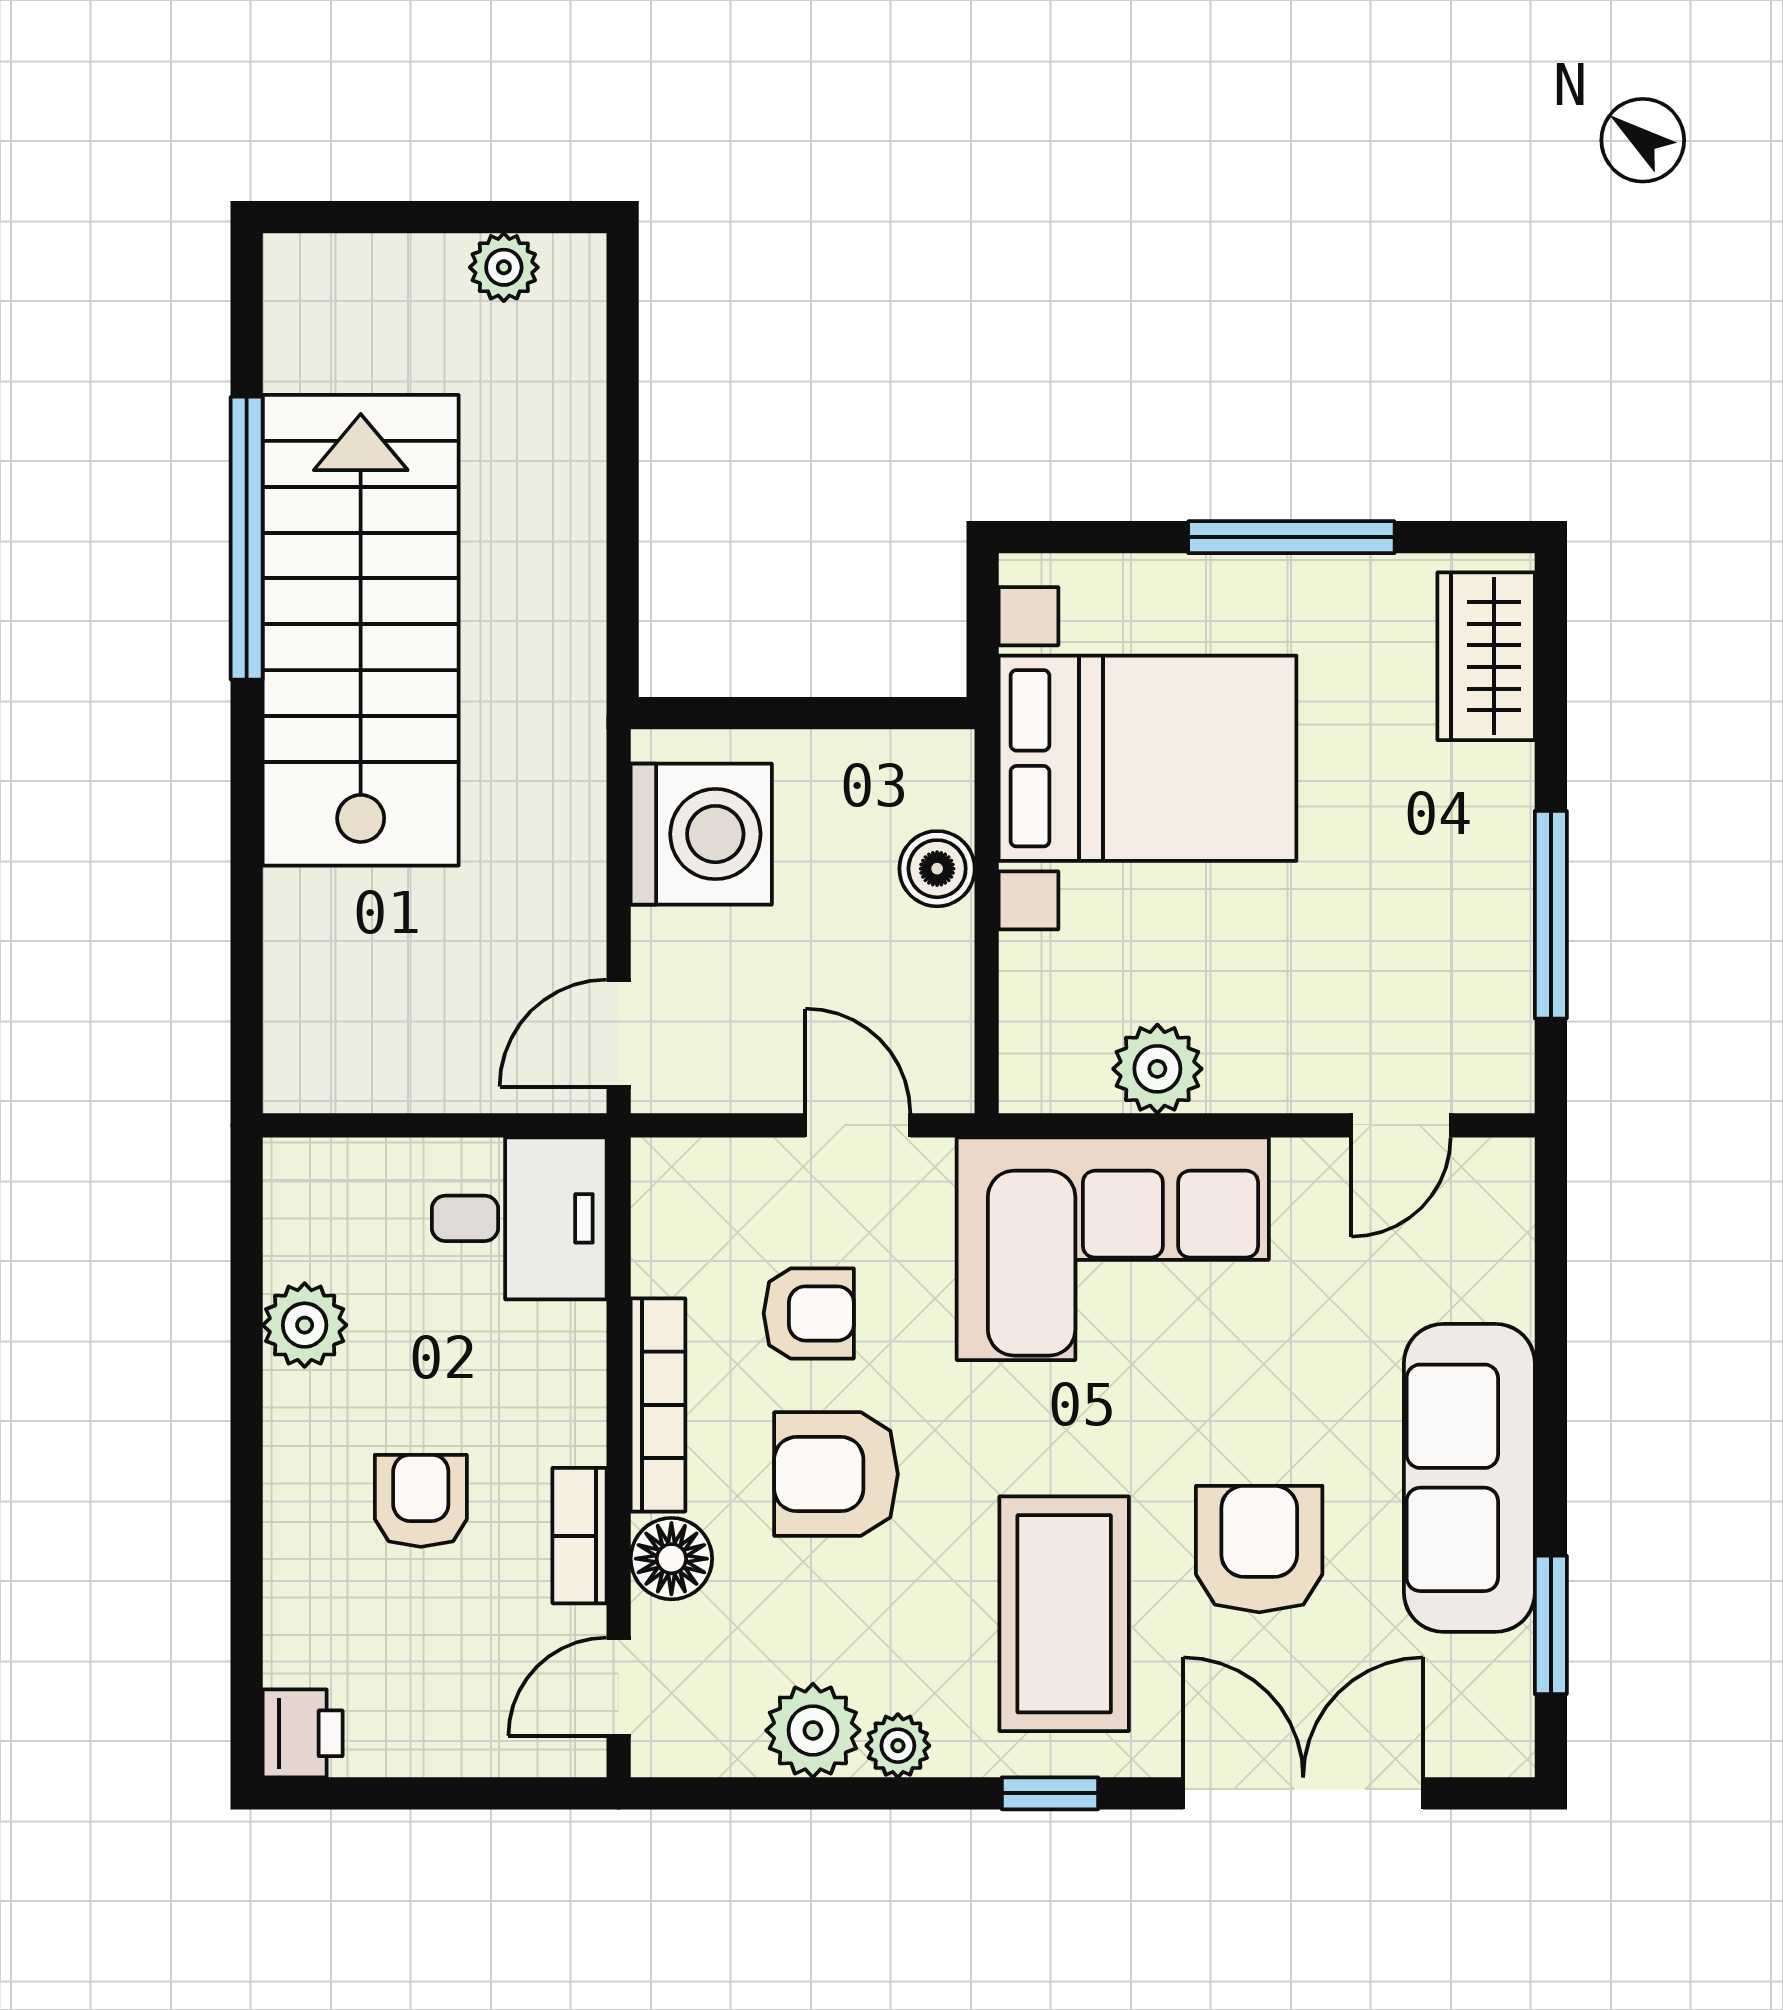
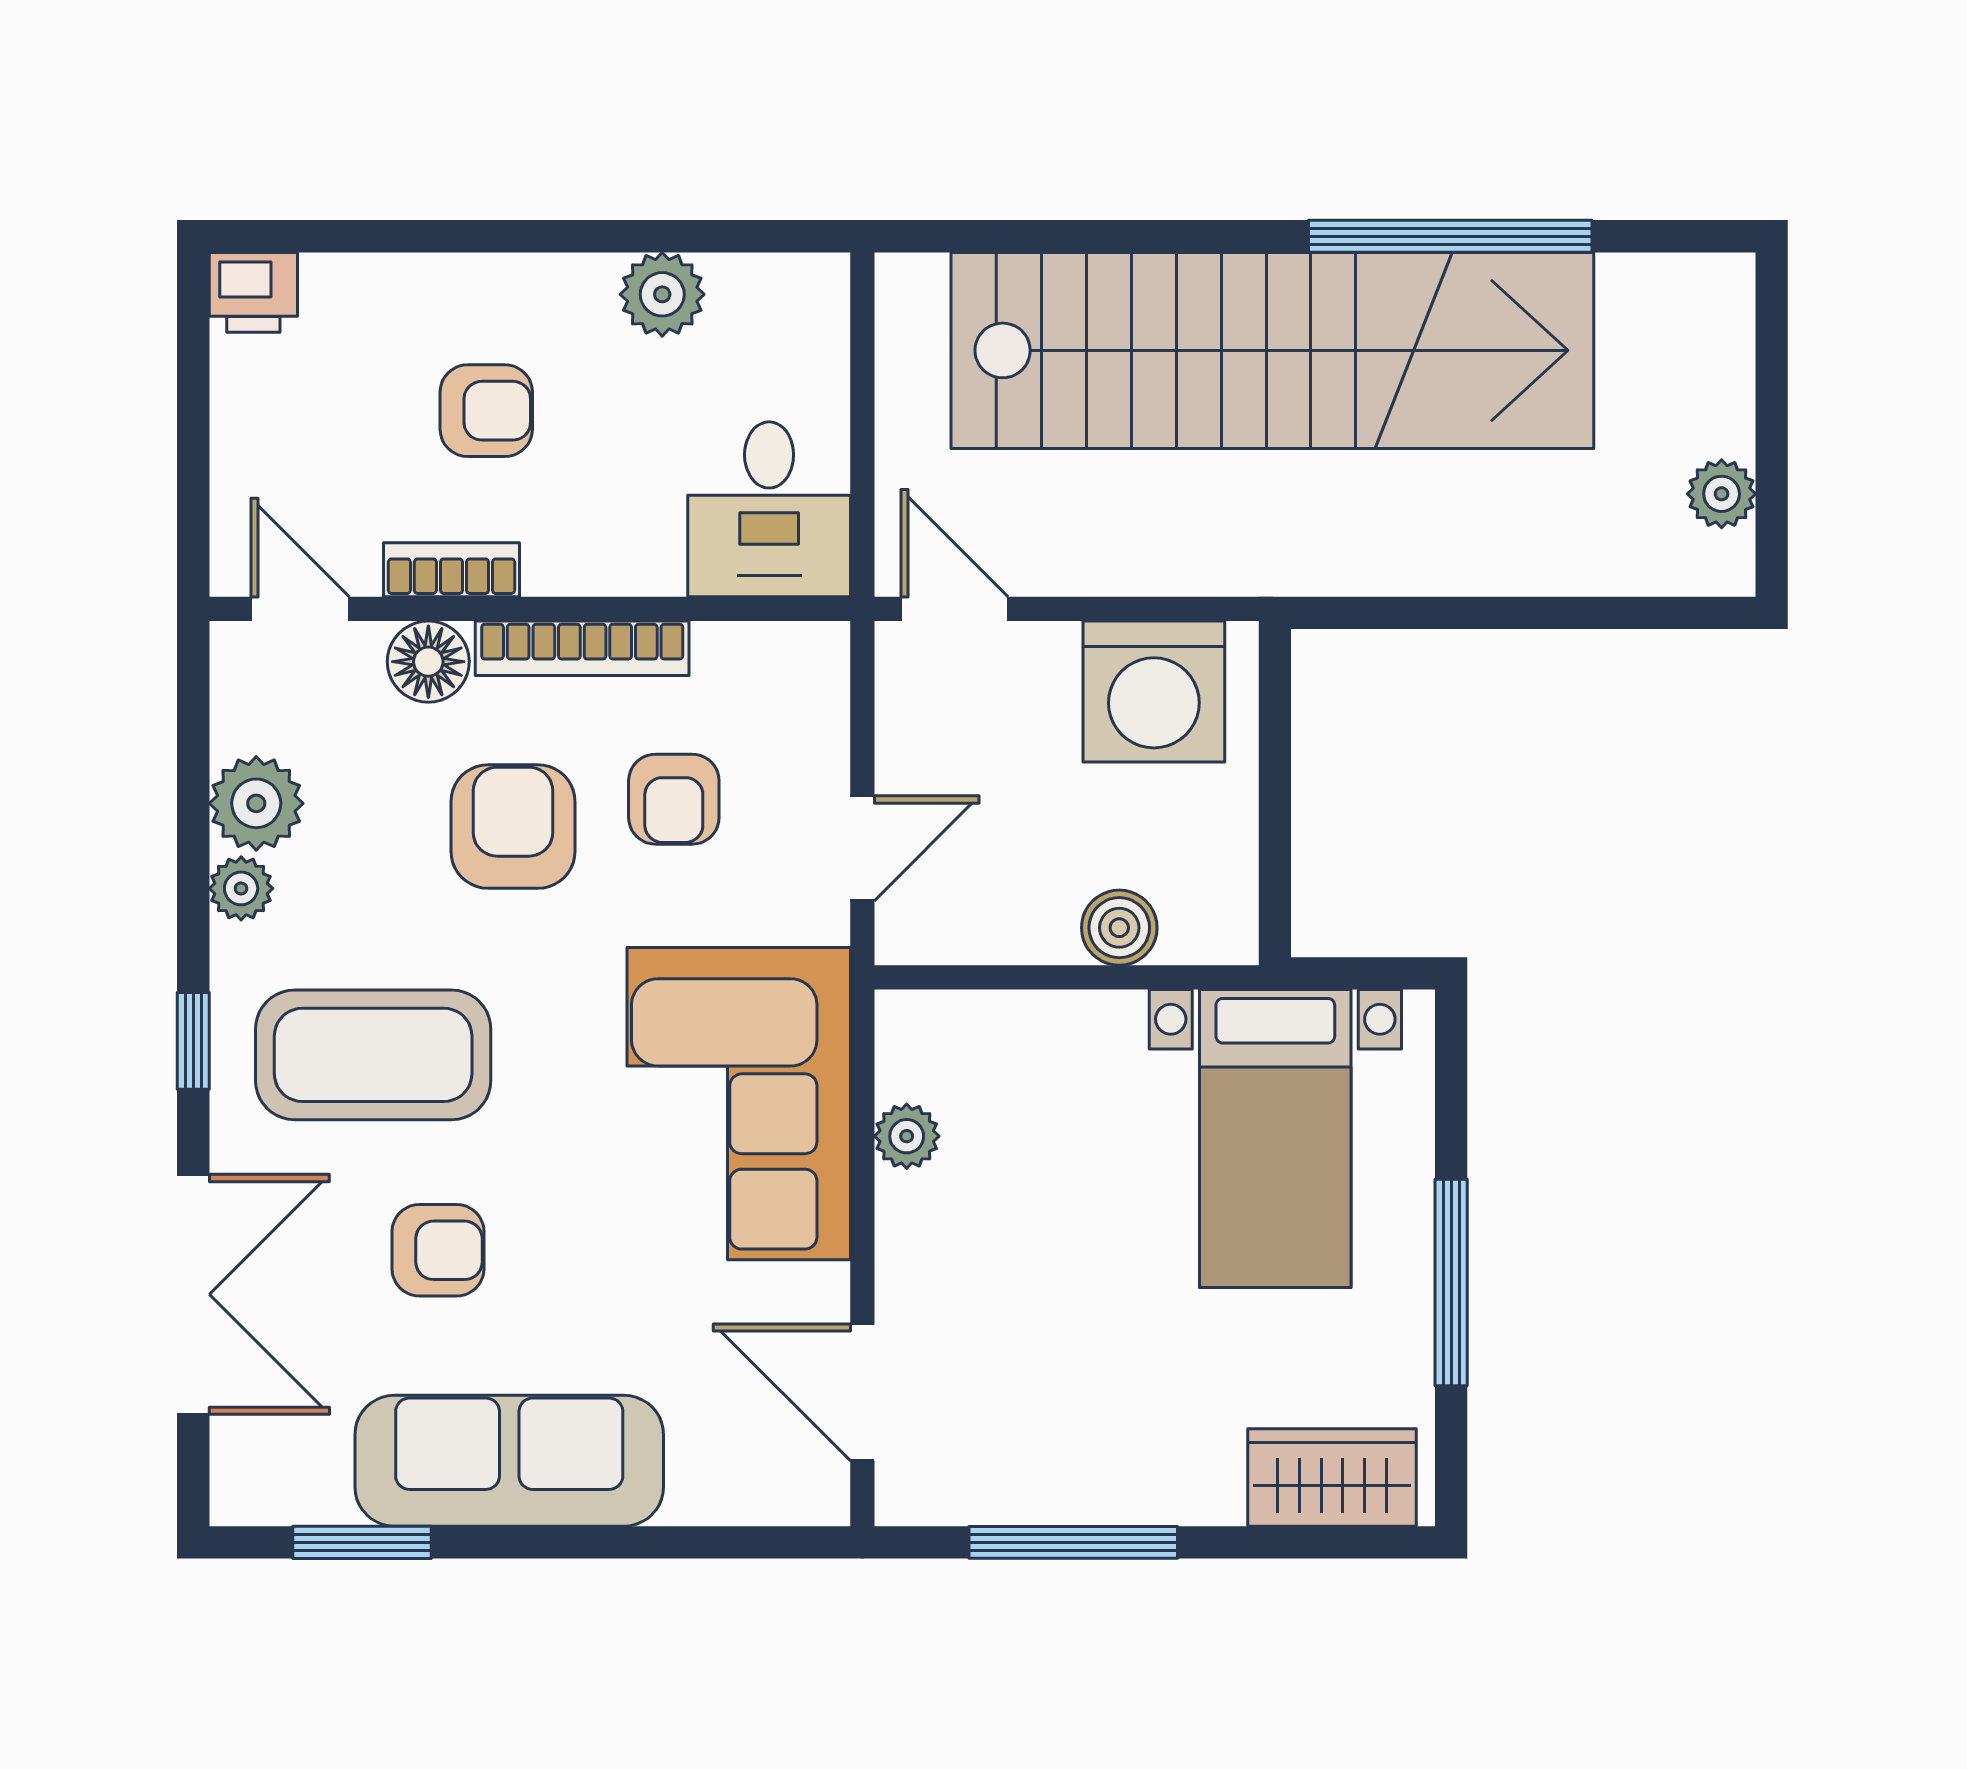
stairs: (361, 630) -> (1272, 350), width x1.36
bed with nightstands: (1148, 758) -> (1275, 1139), width x0.73
plant: (1157, 1069) -> (907, 1136), width x0.73, depth x0.73
door: (1401, 1125) -> (862, 1392), width x1.38
armchair: (1259, 1549) -> (438, 1250), width x0.72, depth x0.72

